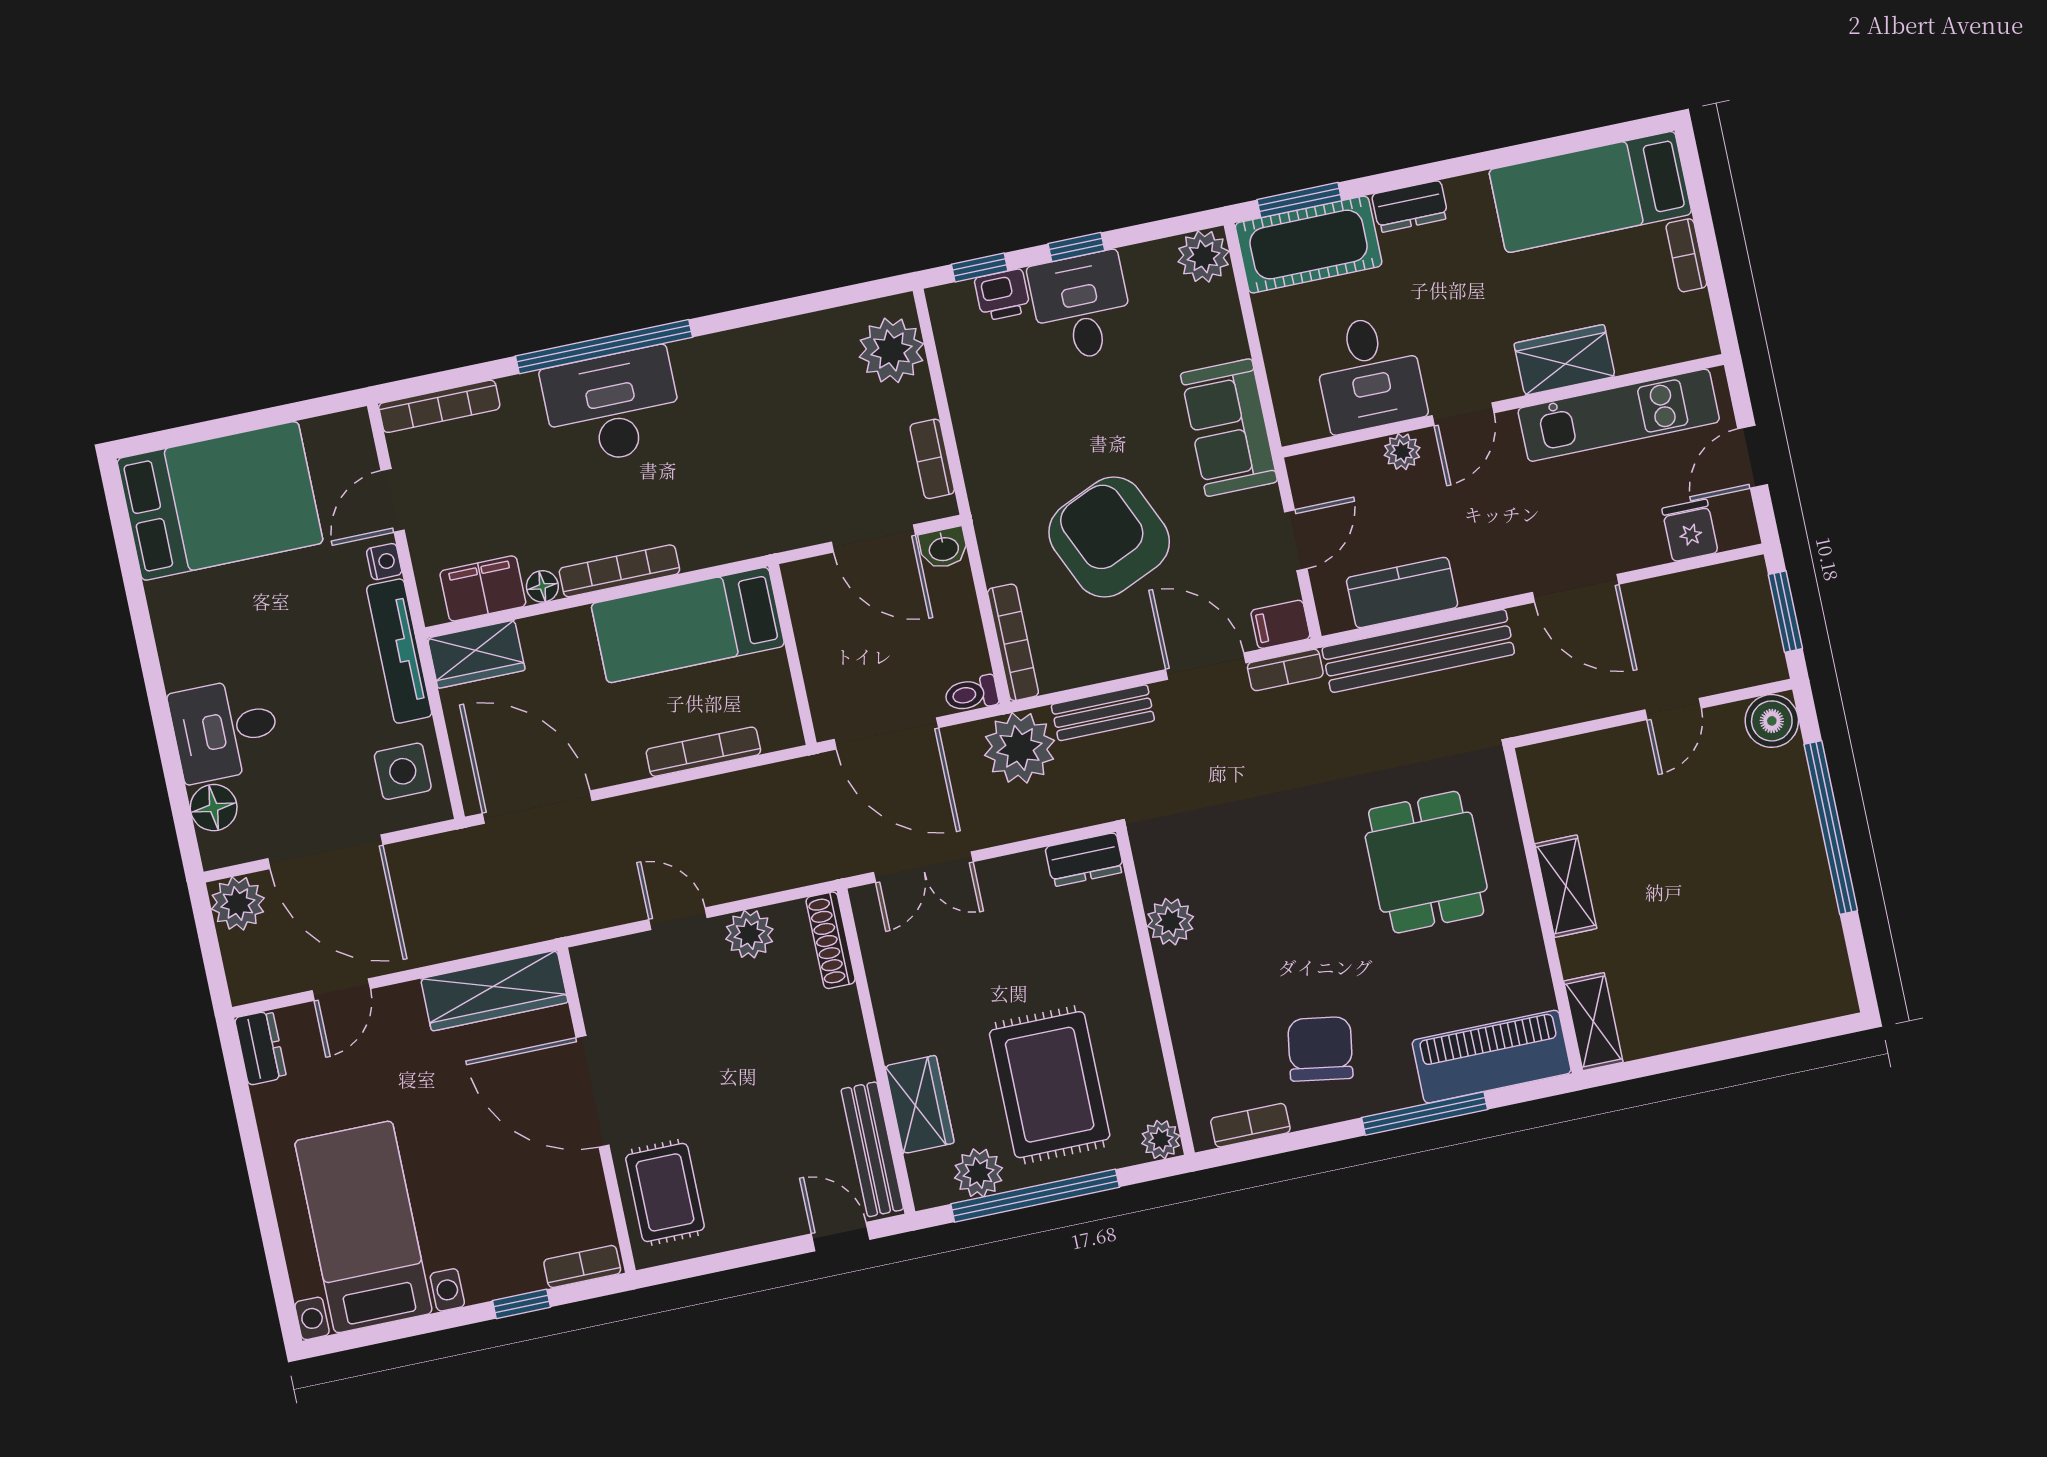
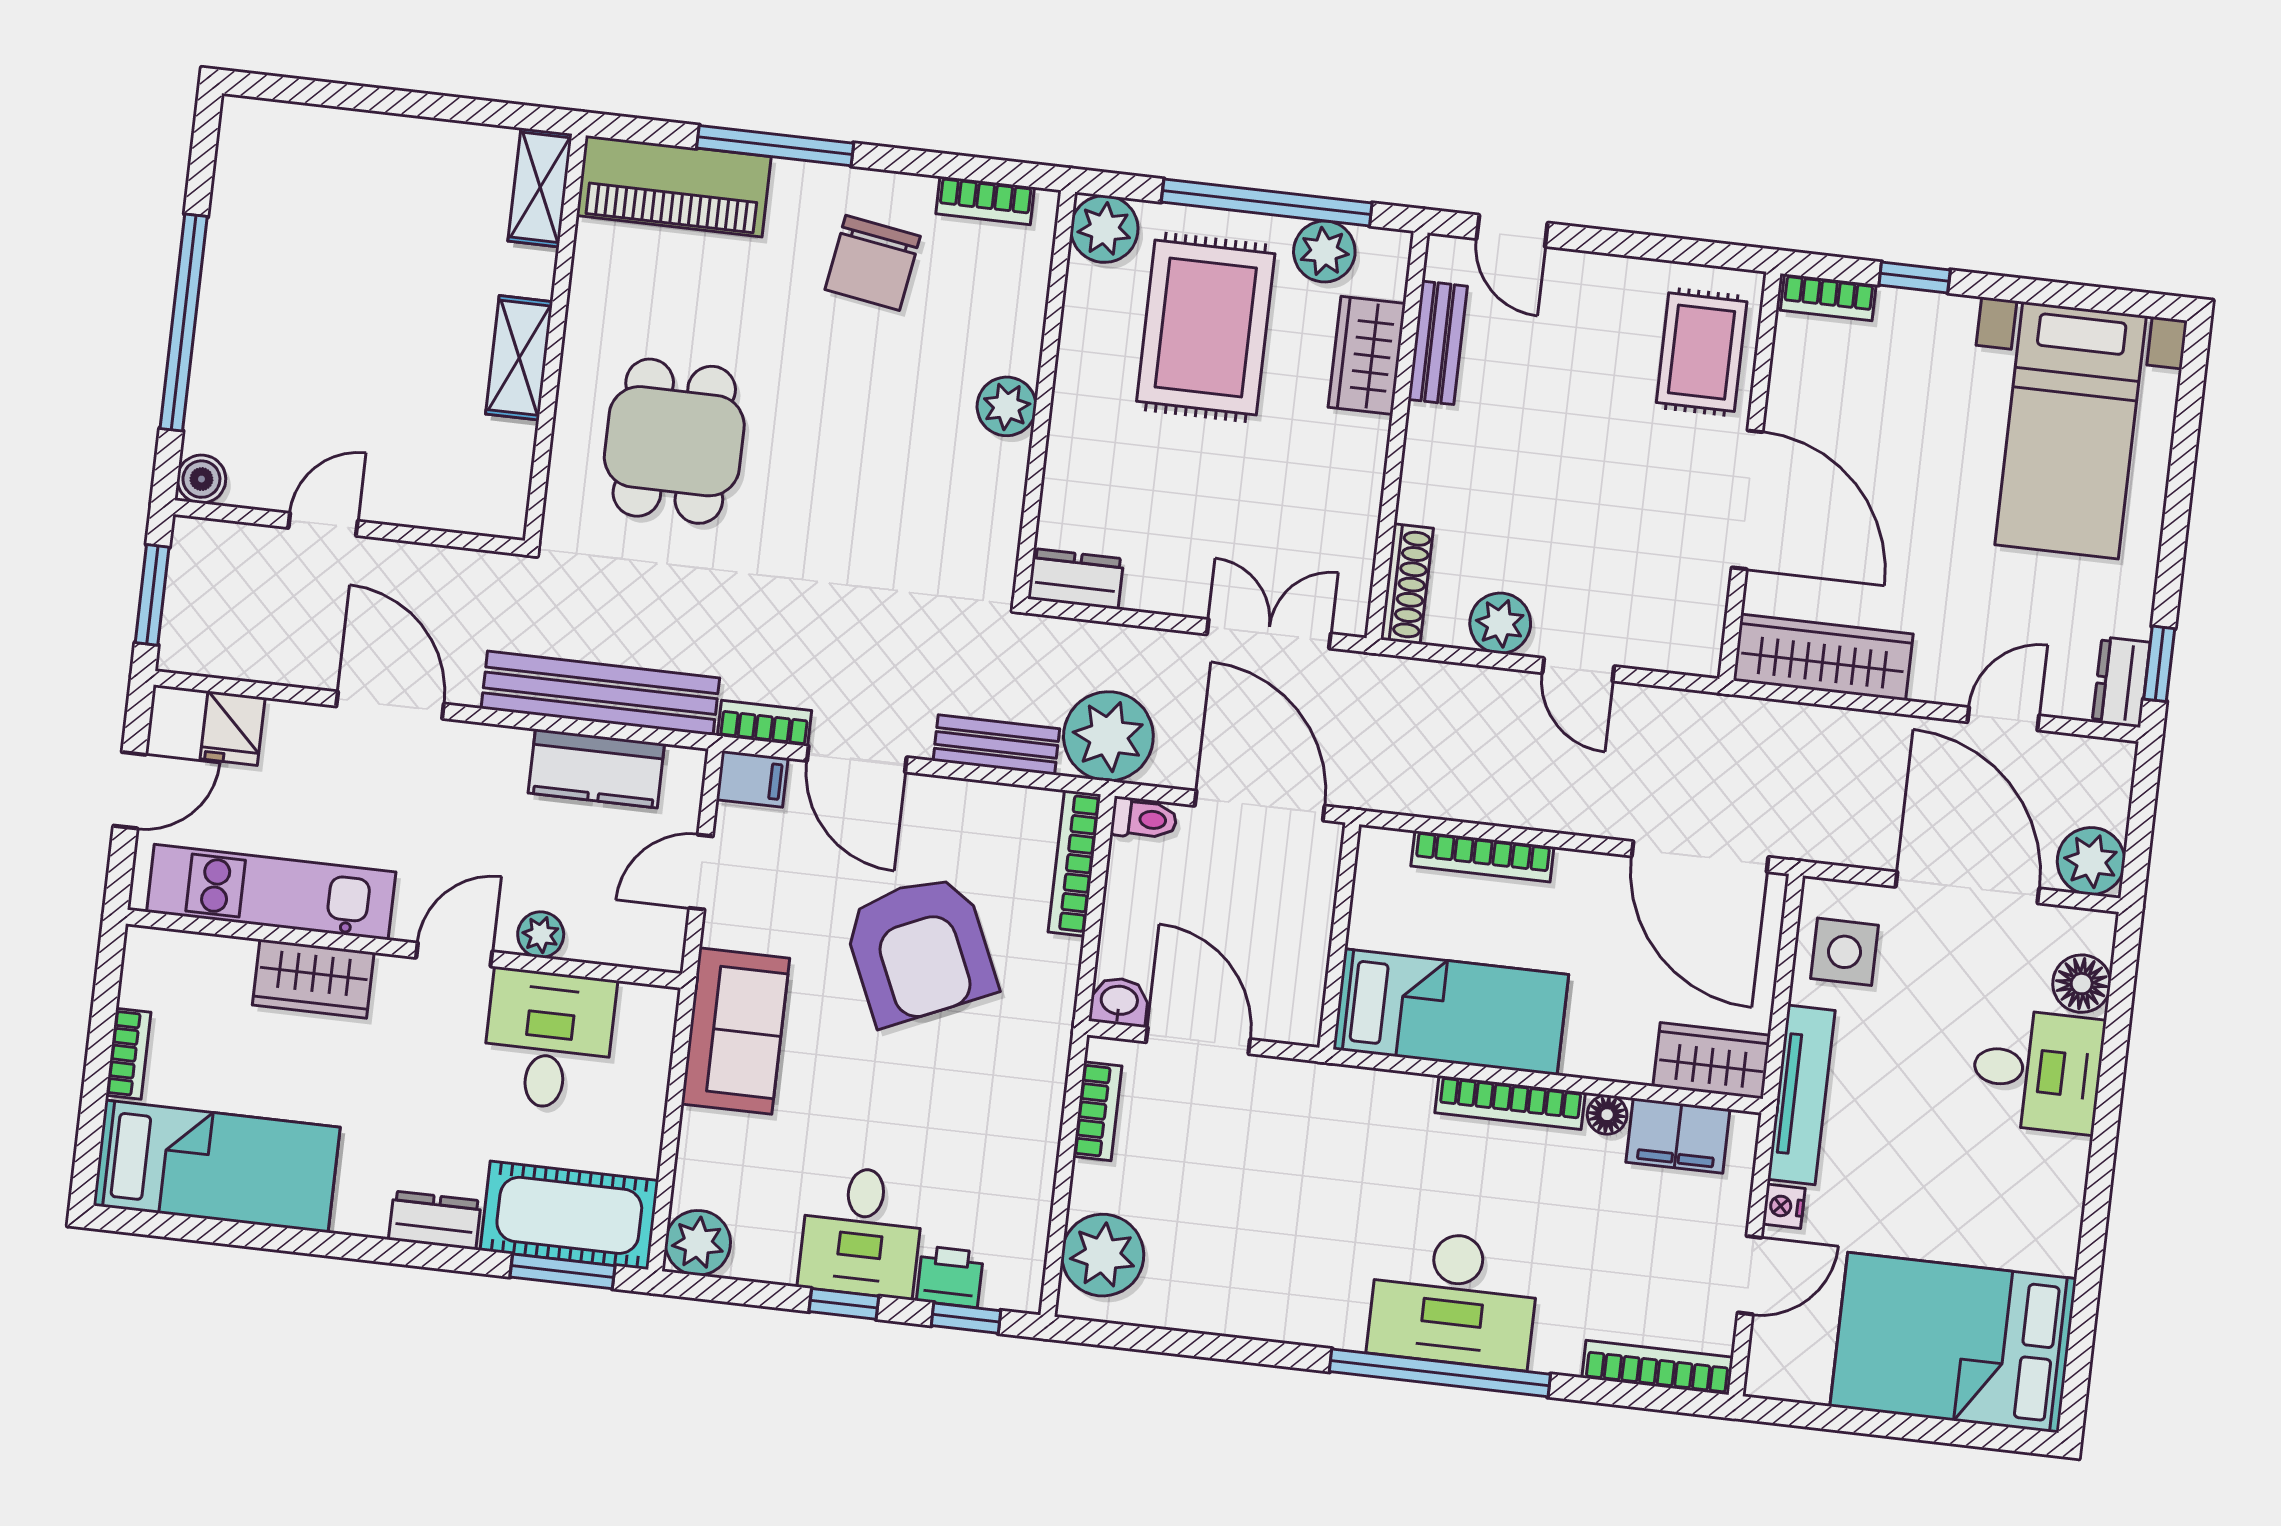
boiler: (1772, 721) -> (201, 479), width x0.73, depth x0.73
plant: (1170, 922) -> (1007, 406), moved
window: (236, 1071) -> (2159, 664), added
plant: (1161, 1140) -> (1104, 229), width x1.38, depth x1.38
bench: (872, 1149) -> (1438, 343), width x0.73

